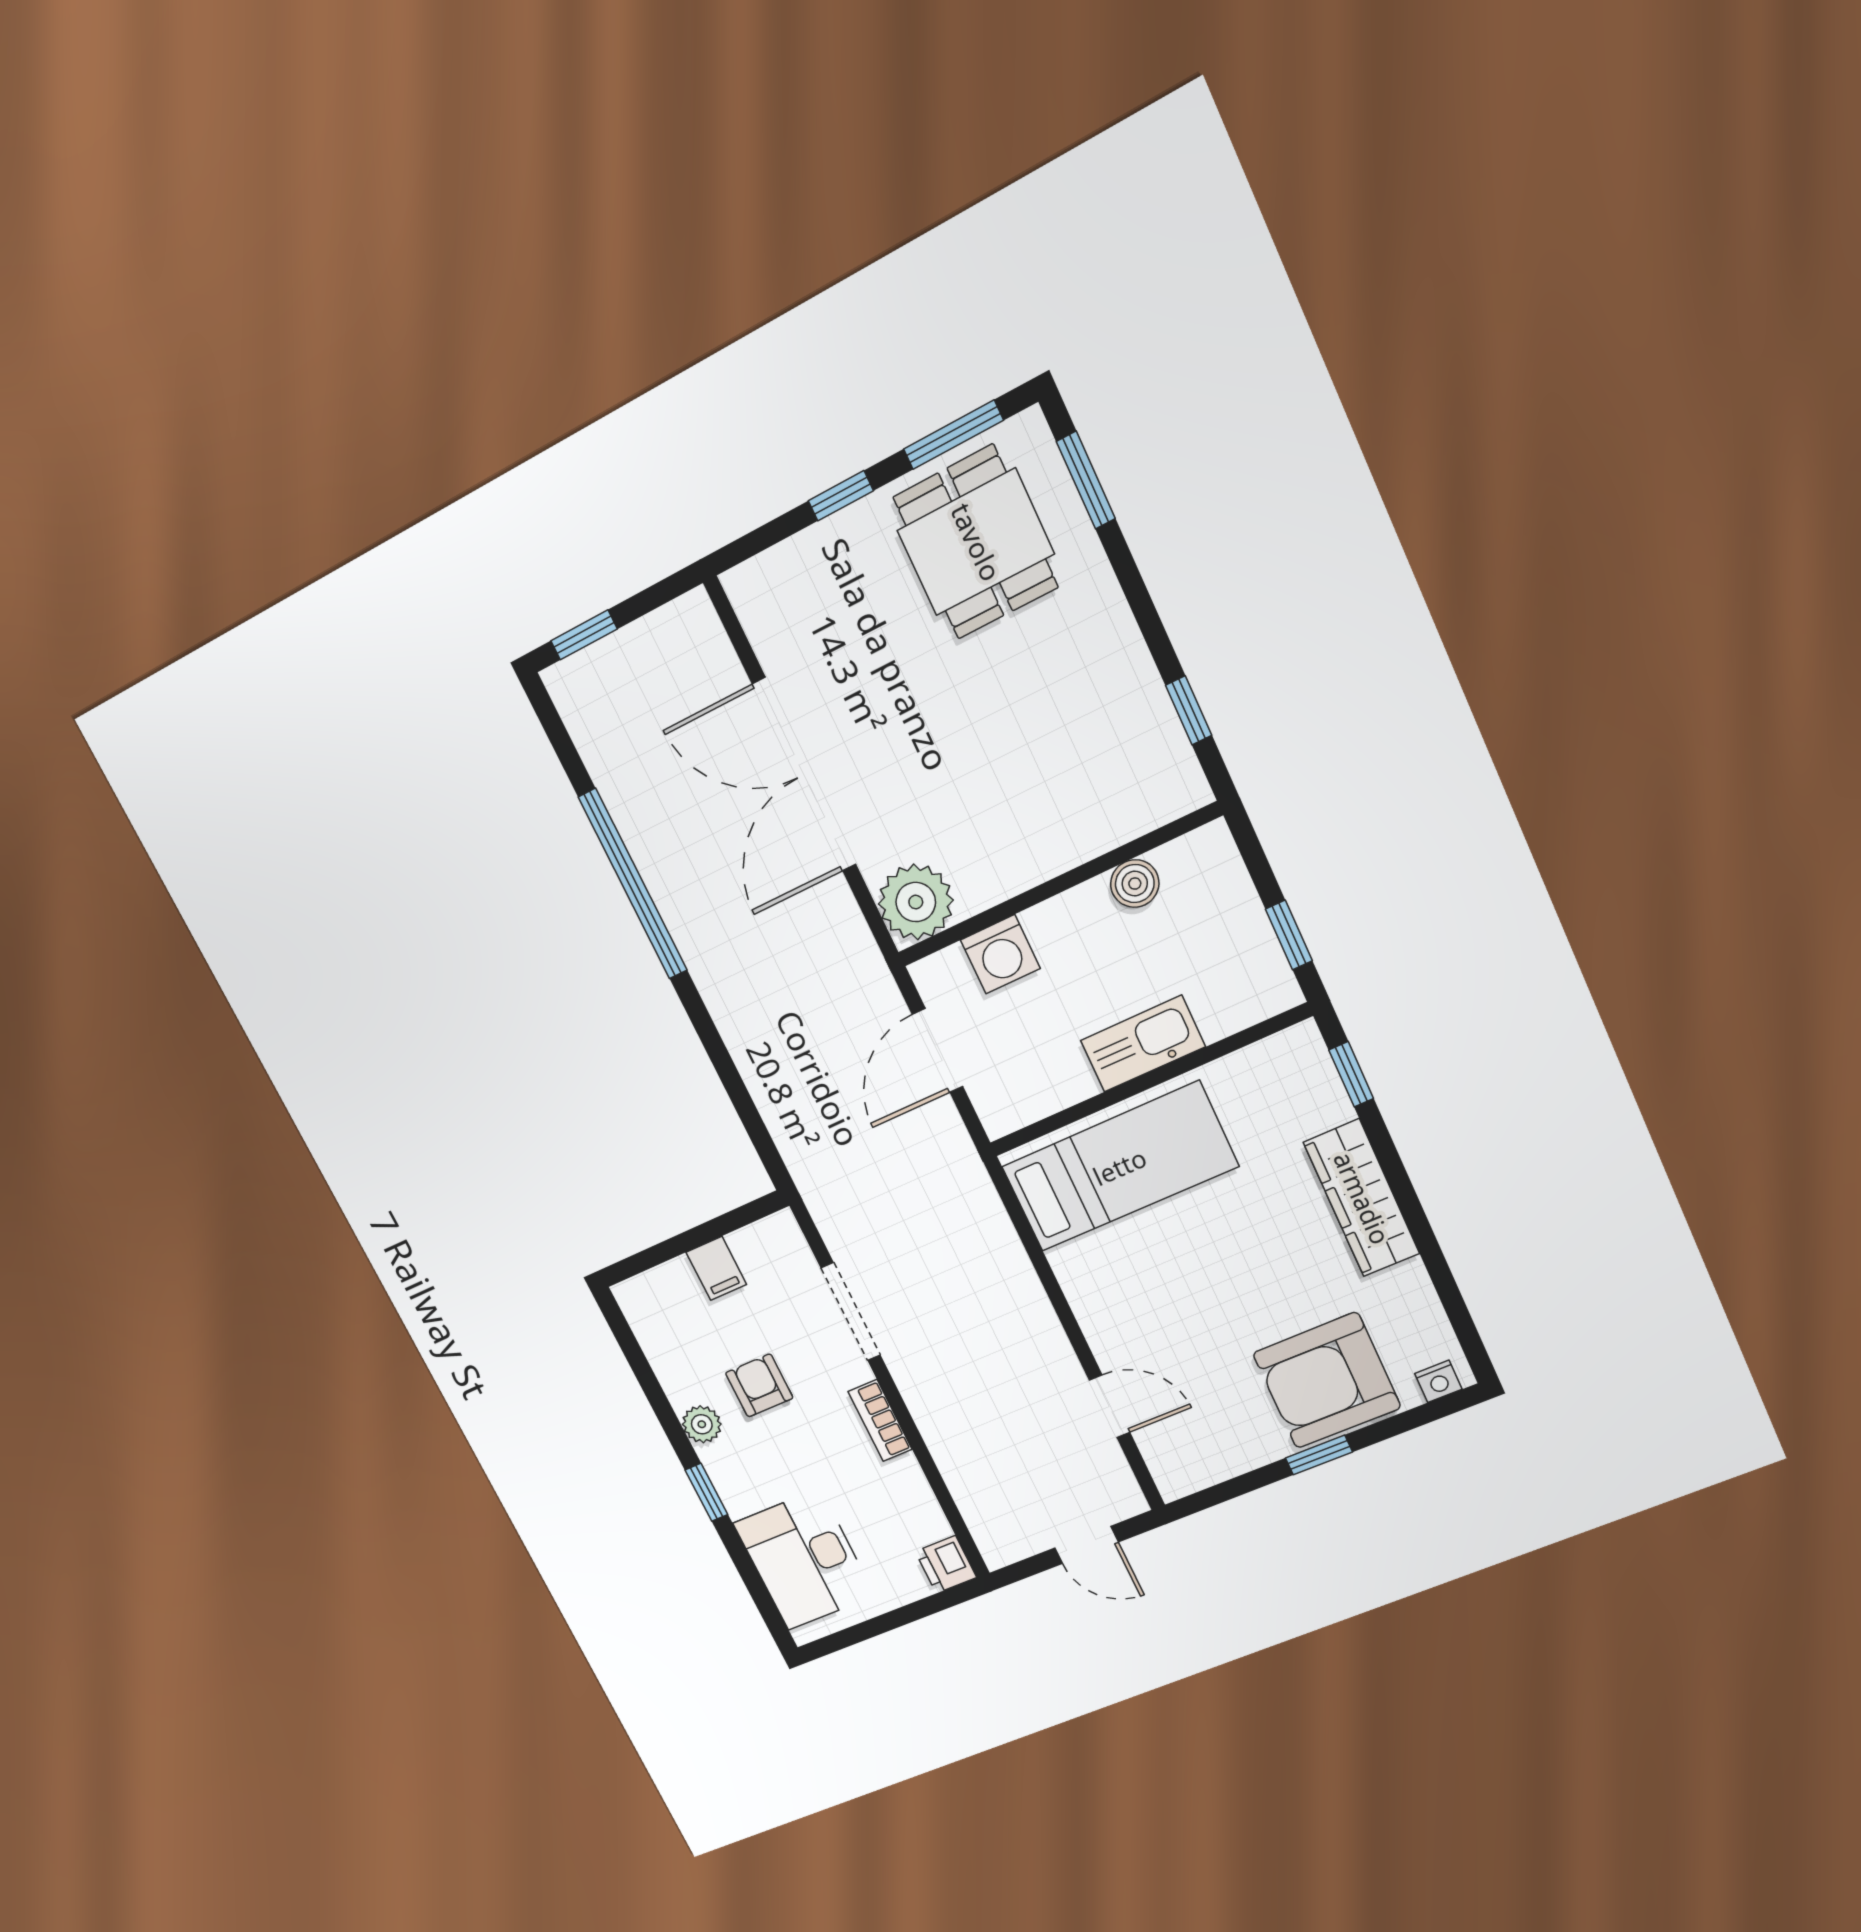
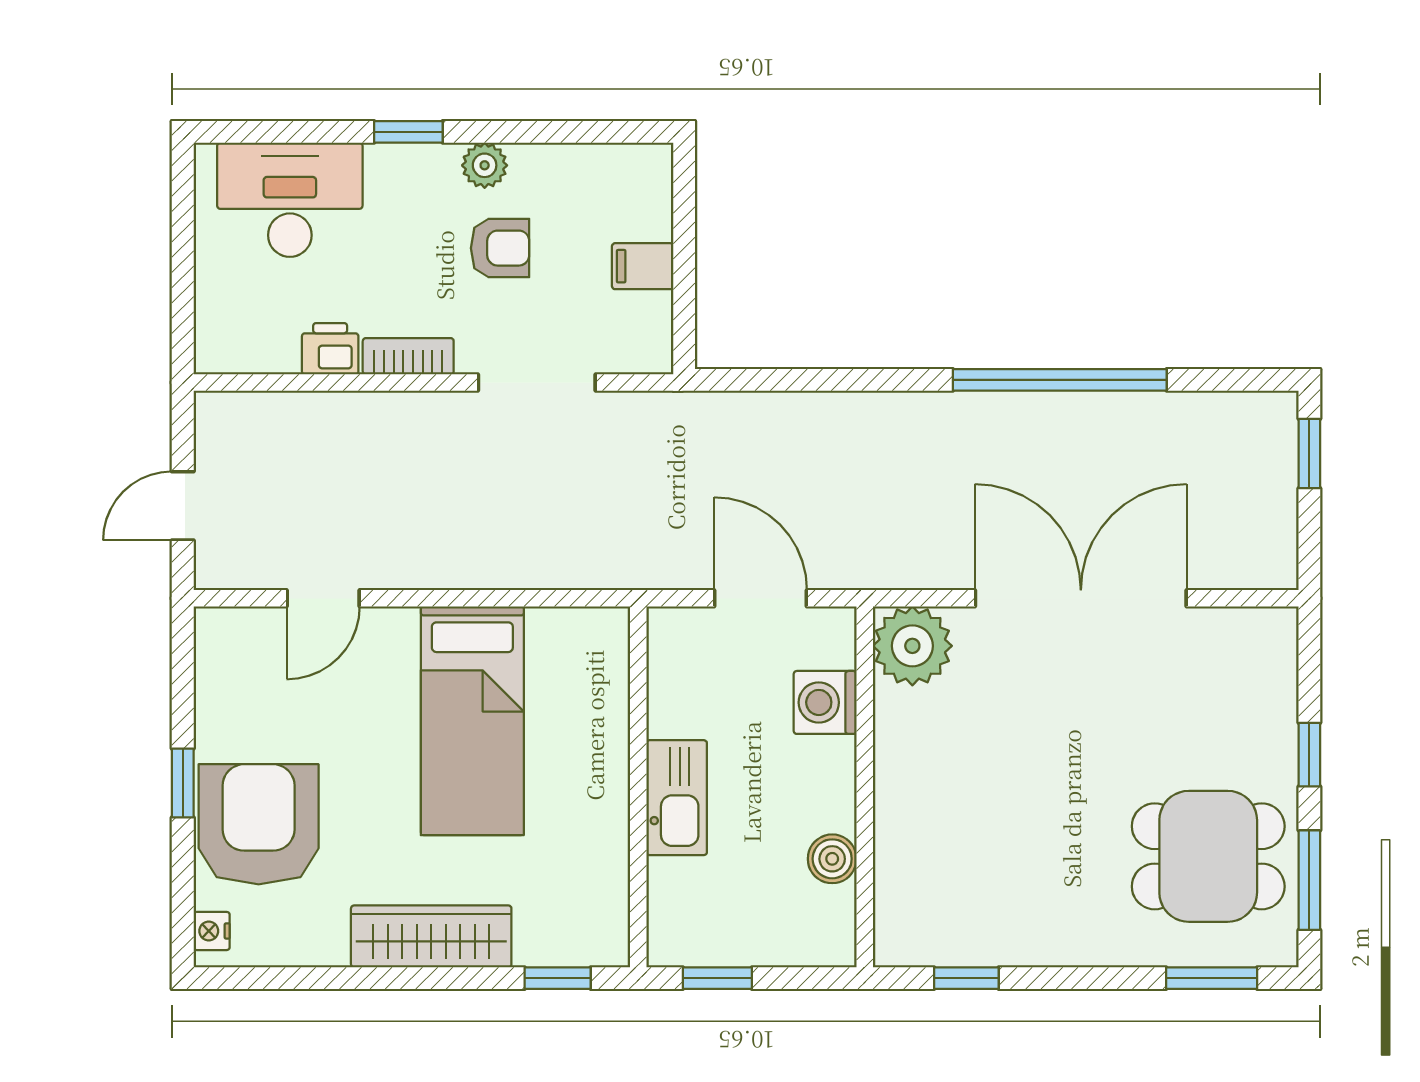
bed: (1120, 1167) -> (472, 721), moved
printer: (946, 1564) -> (330, 349), moved

